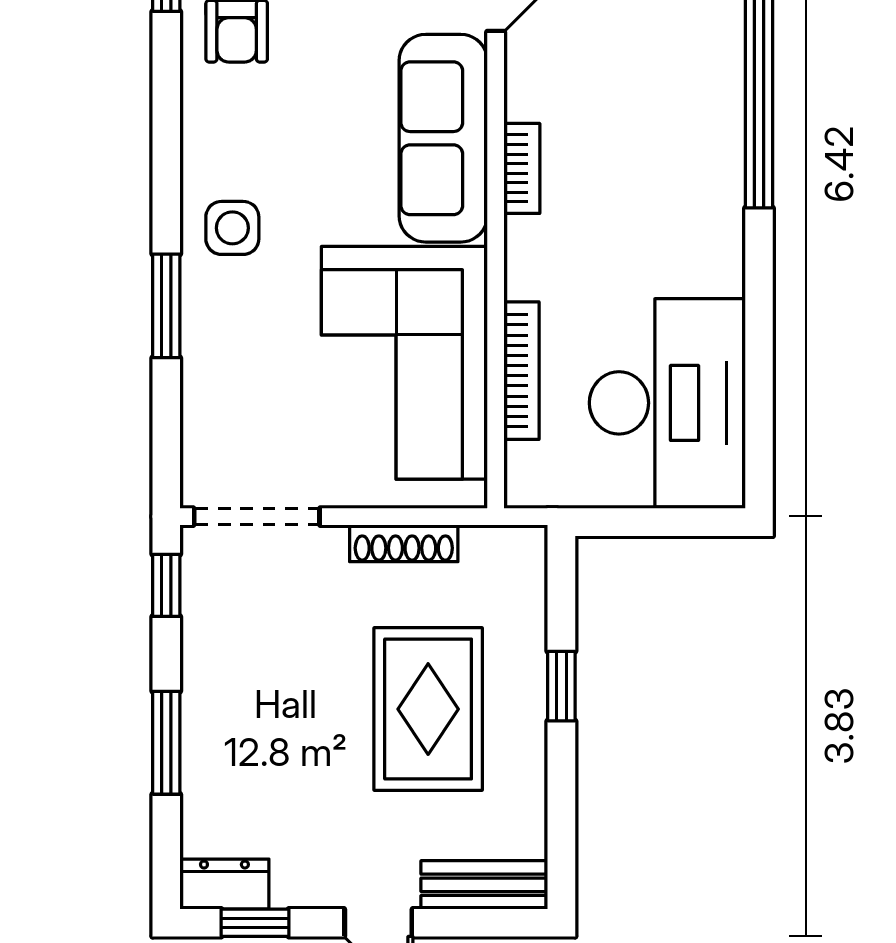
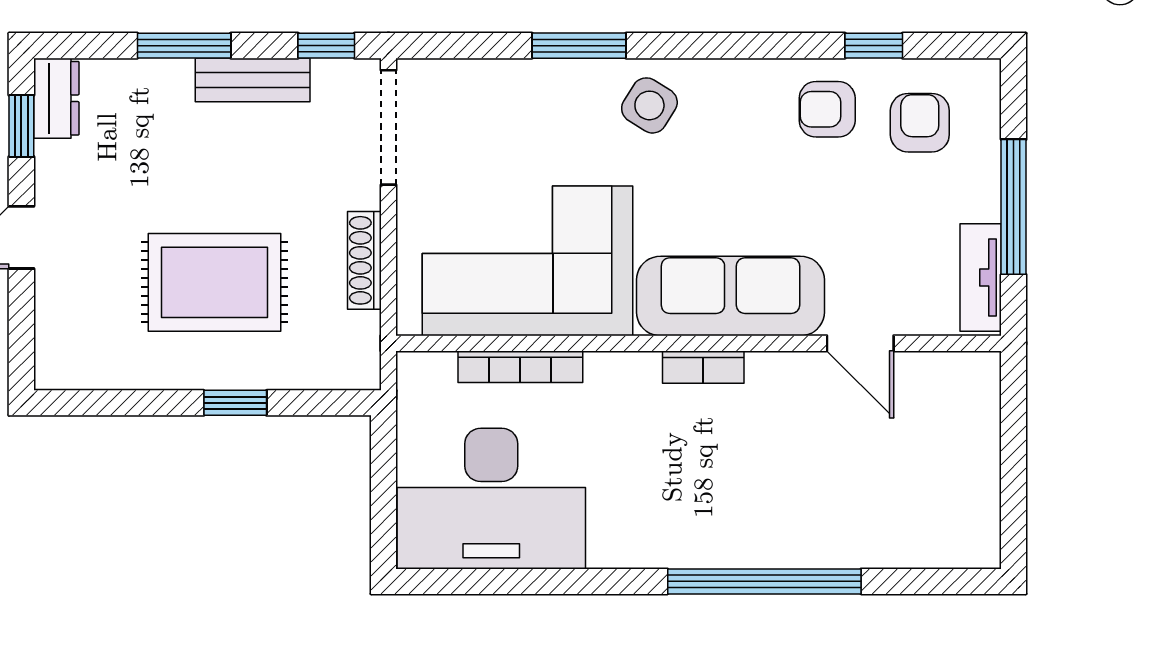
side table: (232, 228) -> (649, 105), turned 32
bench: (484, 885) -> (253, 80), moved, turned 90

